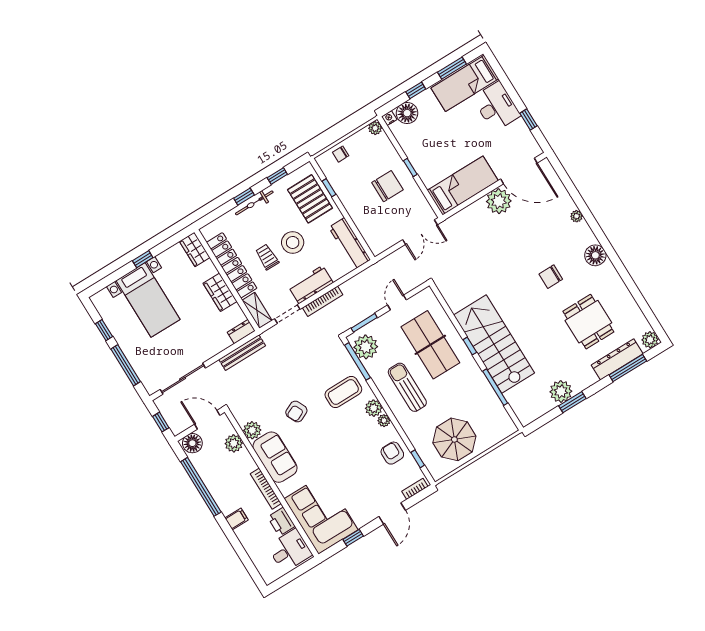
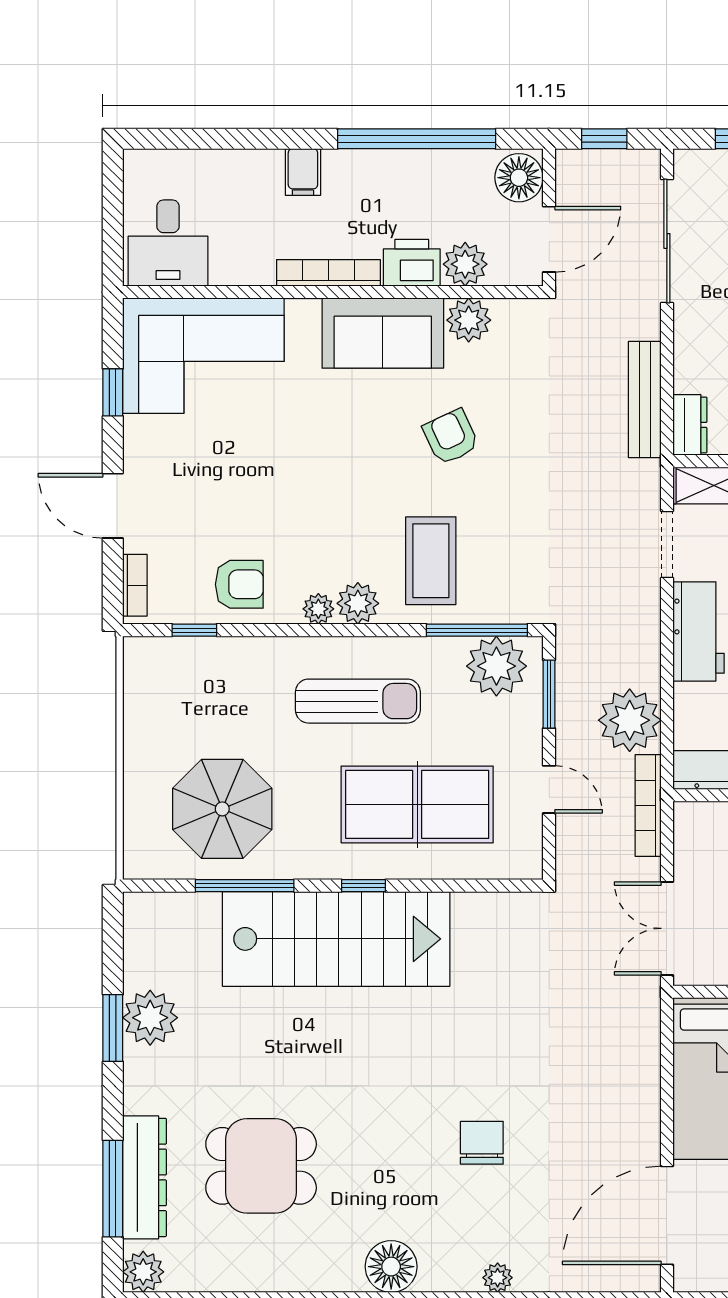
plant: (499, 201) -> (630, 720), moved
chair: (551, 277) -> (482, 1143), moved
bookcase: (323, 301) -> (648, 806), moved
parasol: (454, 439) -> (222, 809), moved
printer: (281, 522) -> (412, 263), moved

